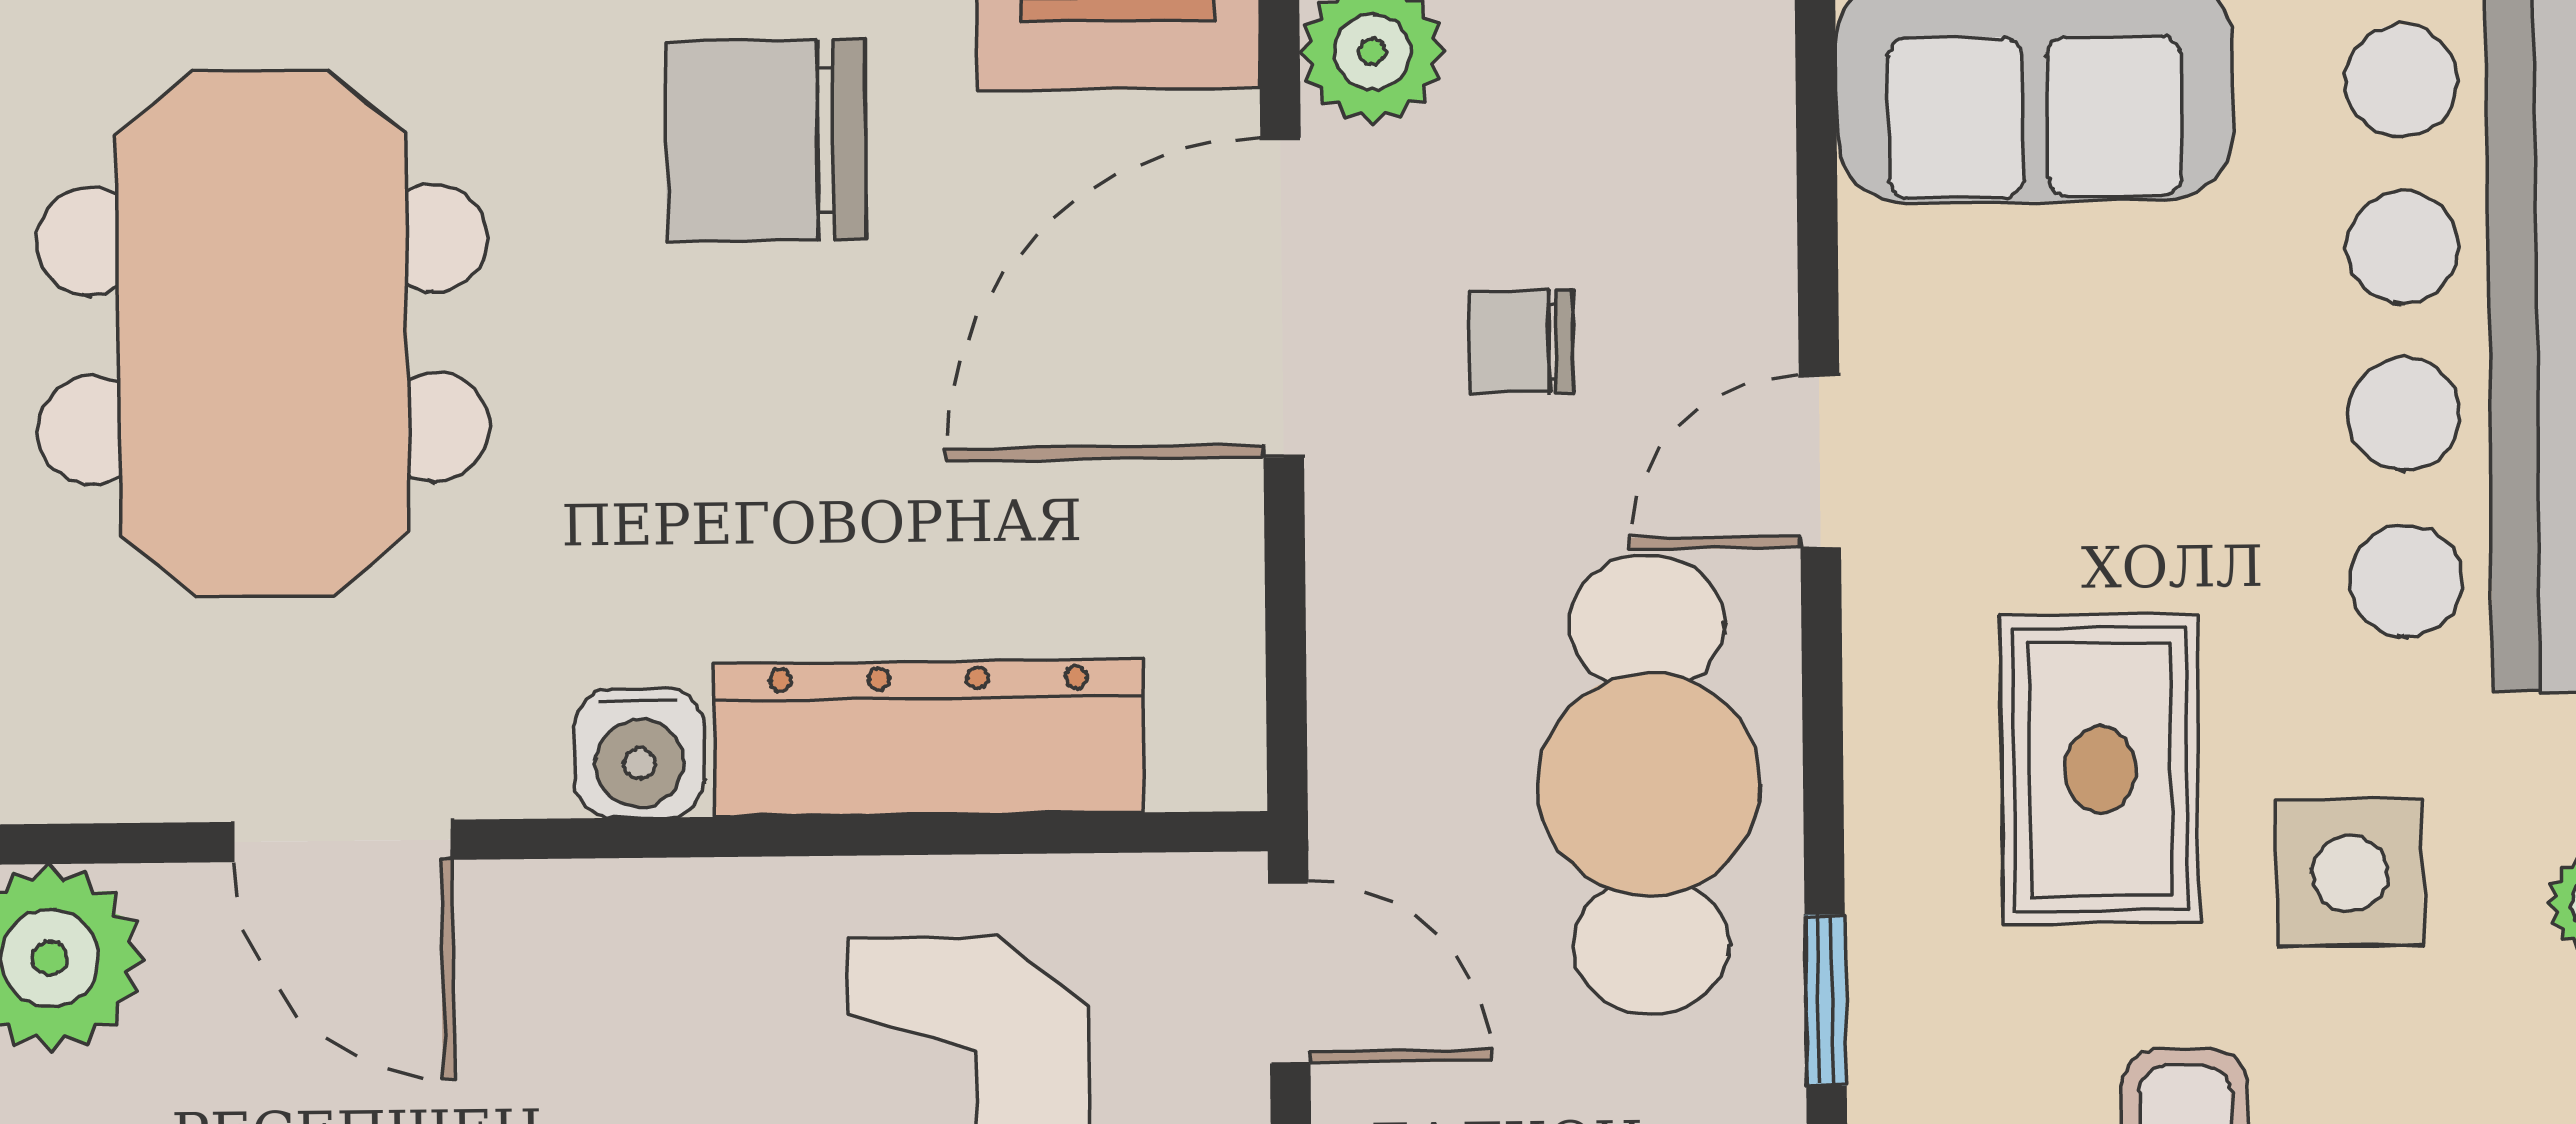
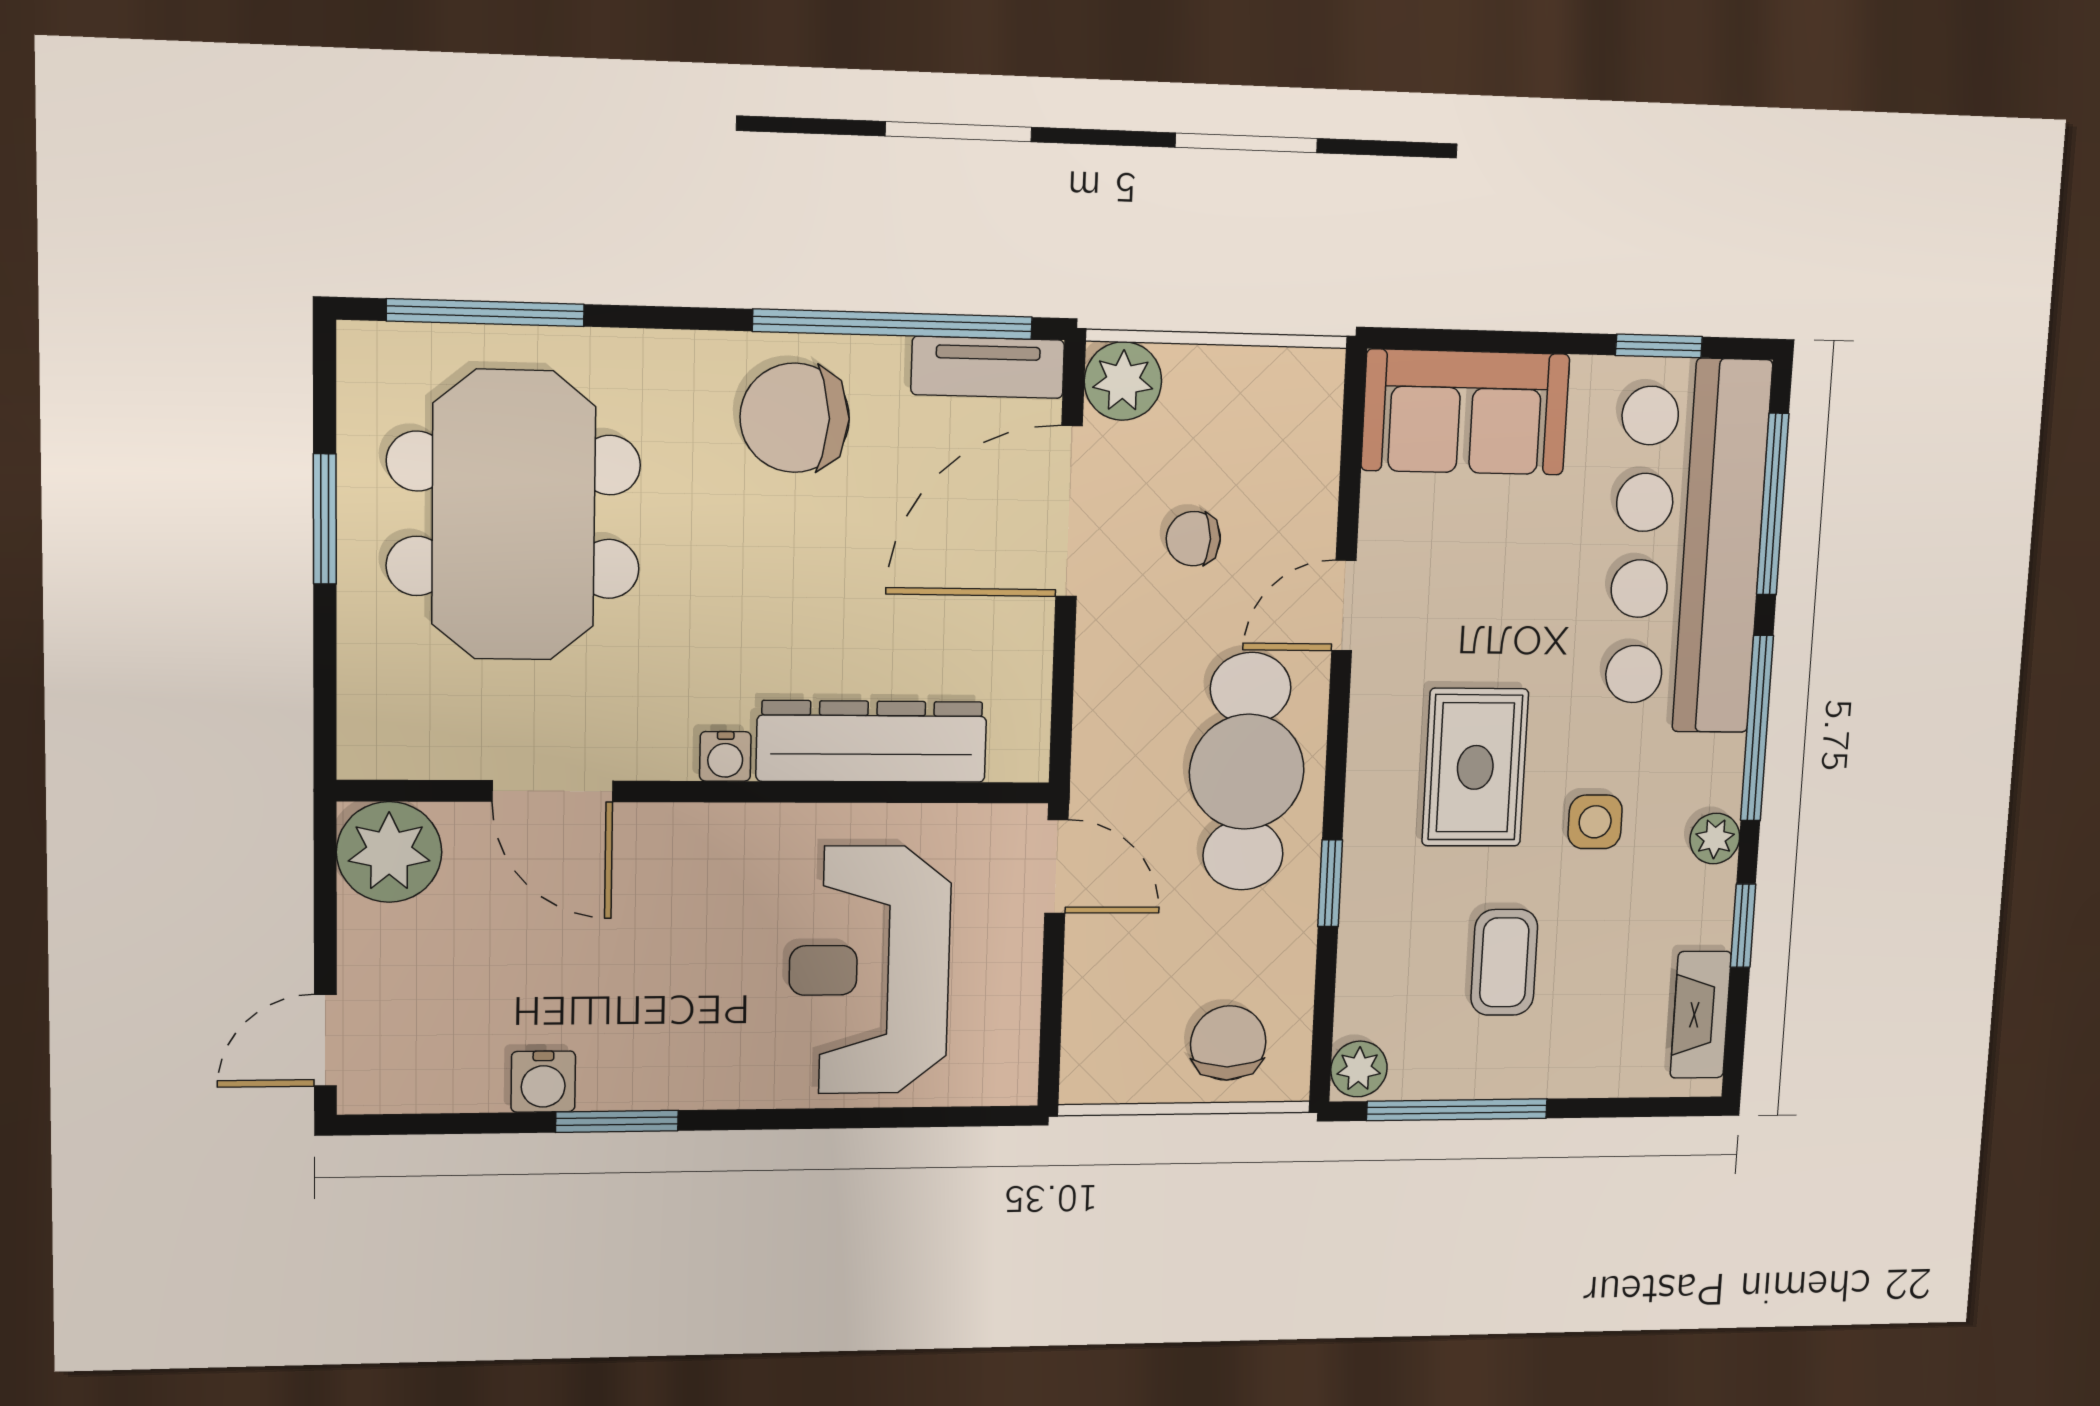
water cooler: (639, 753) -> (725, 756), width x0.72, depth x0.72
side table: (2350, 873) -> (1595, 822), width x0.73, depth x0.73

